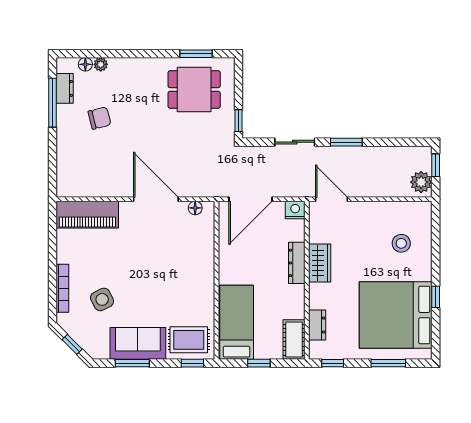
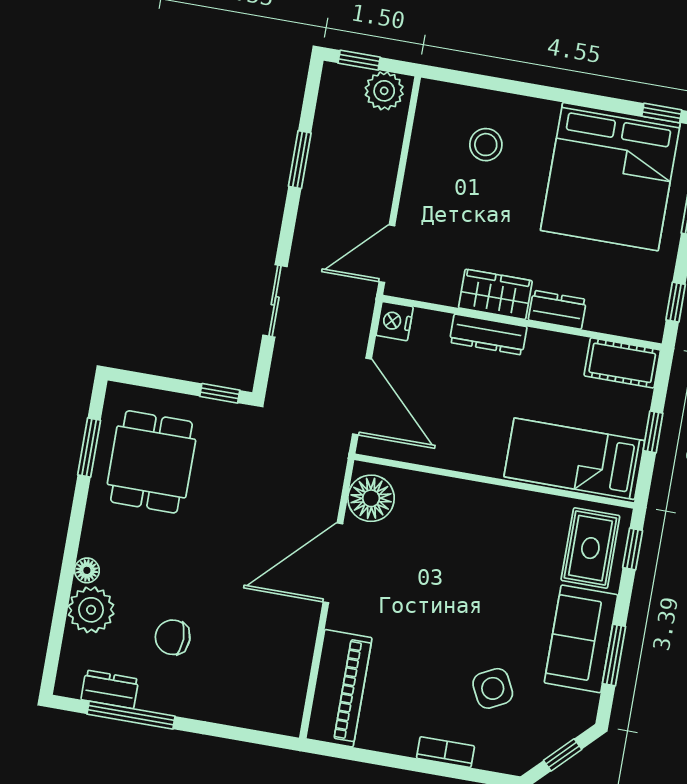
floor lamp: (85, 64) -> (87, 570), moved
plant: (101, 64) -> (91, 610), width x1.87, depth x1.87
chair: (99, 118) -> (173, 637), turned -76
window: (346, 142) -> (300, 160), moved
floor lamp: (195, 208) -> (371, 498), width x1.89, depth x1.89
bookcase: (62, 288) -> (445, 752), width x0.64
window: (436, 297) -> (662, 113), moved
dresser: (317, 325) -> (557, 310), moved

